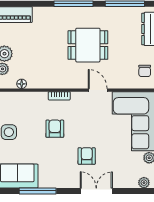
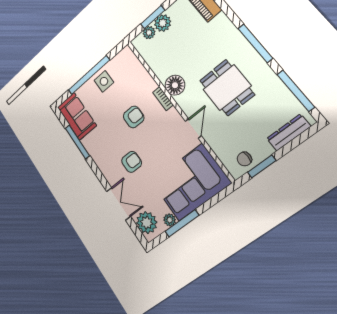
floor lamp: (22, 84) -> (175, 85), moved, width x1.89, depth x1.89
plant: (144, 183) -> (147, 223), width x1.88, depth x1.88
double door: (96, 191) -> (118, 204), moved

